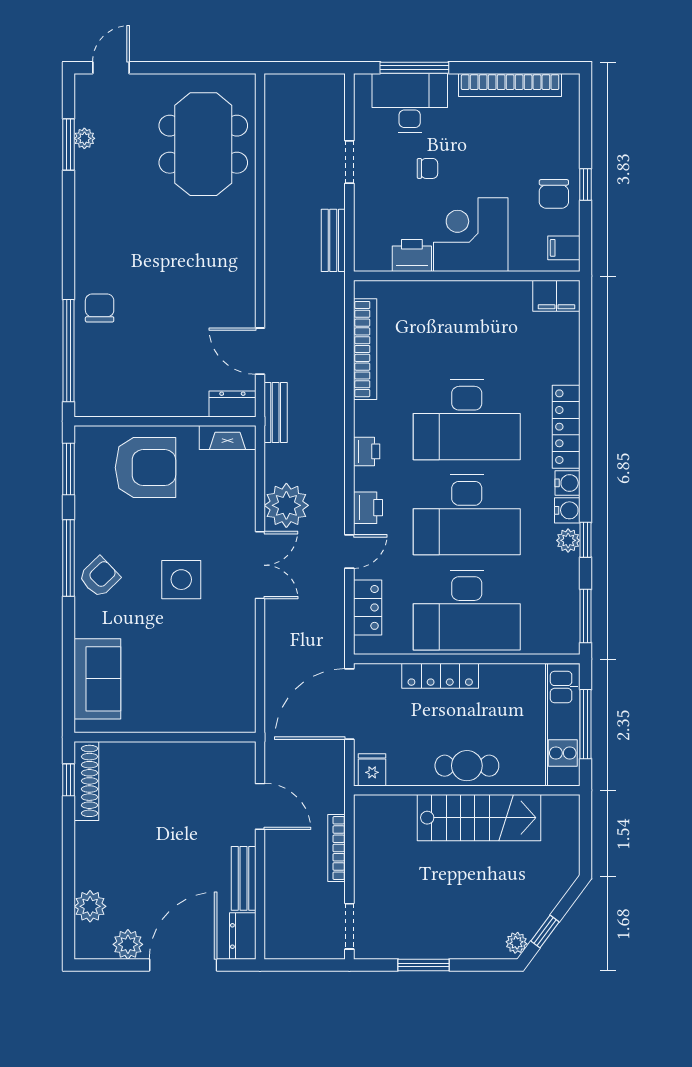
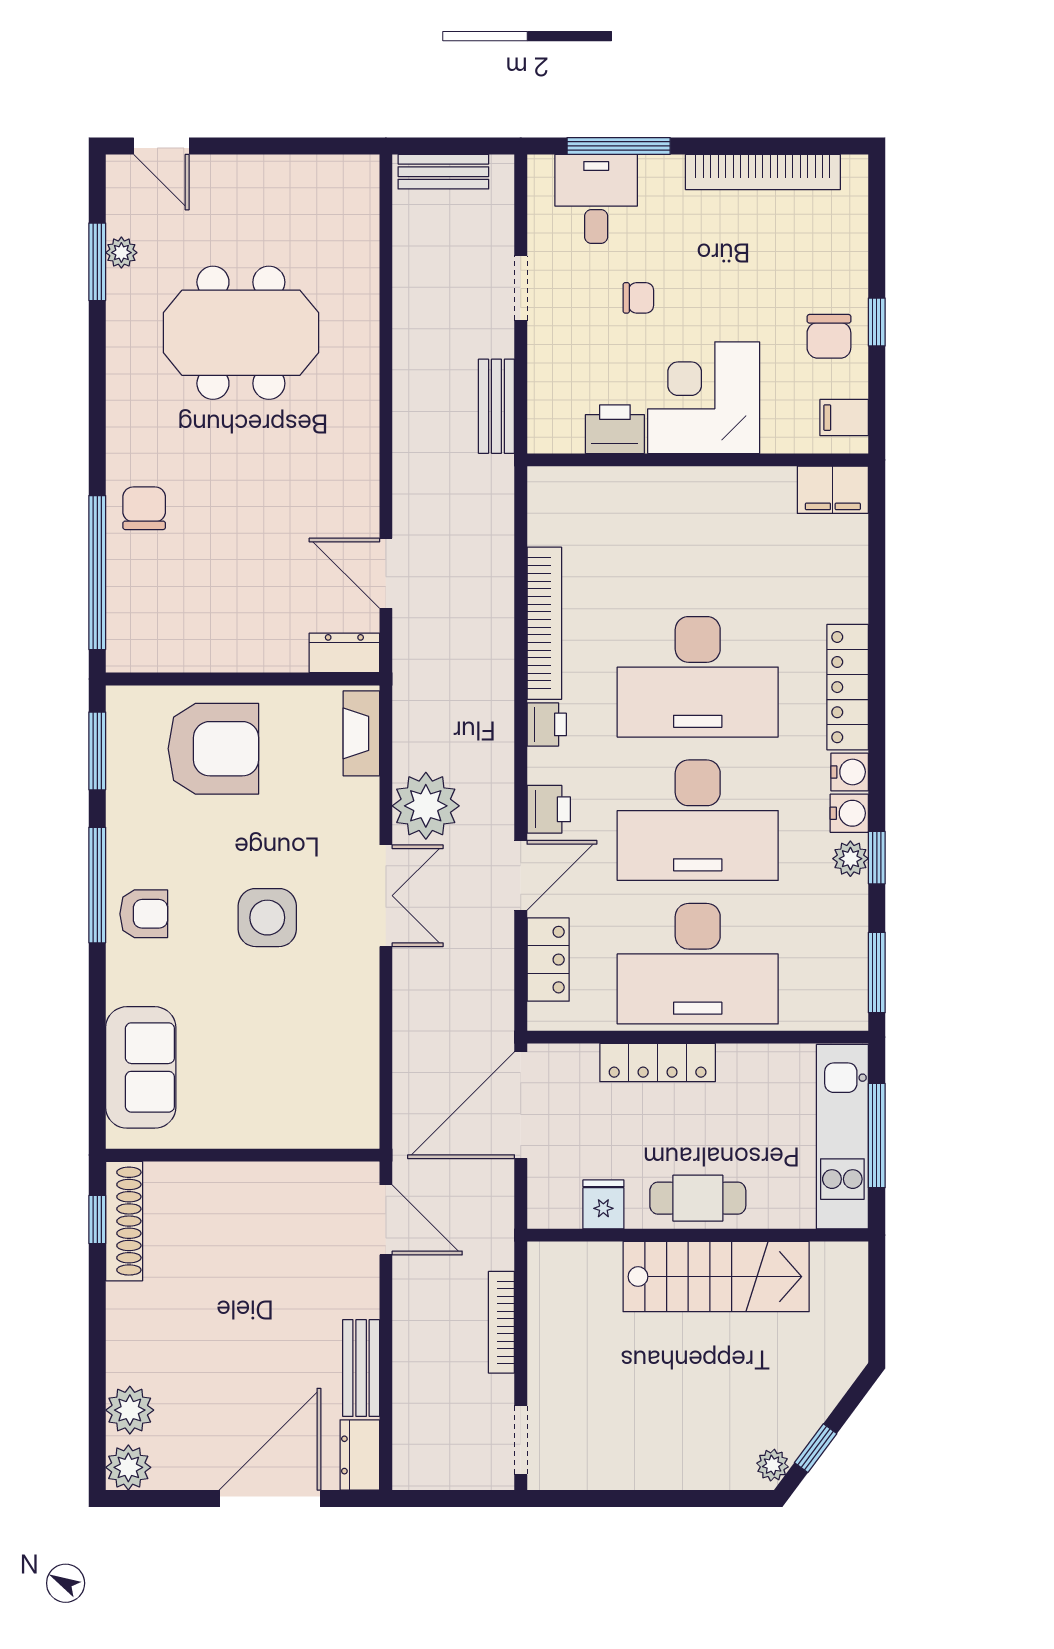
door: (111, 68) -> (161, 146), swing flipped
desk: (410, 103) -> (596, 199), width x0.73
meeting table: (203, 144) -> (241, 333), moved, turned 90
bookcase: (365, 349) -> (544, 623), moved
bench: (276, 413) -> (443, 172), moved, turned 90
fireplace: (228, 438) -> (361, 733), moved, turned 90
door: (349, 552) -> (521, 875), width x1.38
armchair: (99, 577) -> (144, 914), turned 44
fridge: (372, 770) -> (603, 1204), moved
door: (260, 806) -> (386, 1220), moved
plant: (128, 944) -> (128, 1467), moved
window: (424, 965) -> (633, 1498), removed

